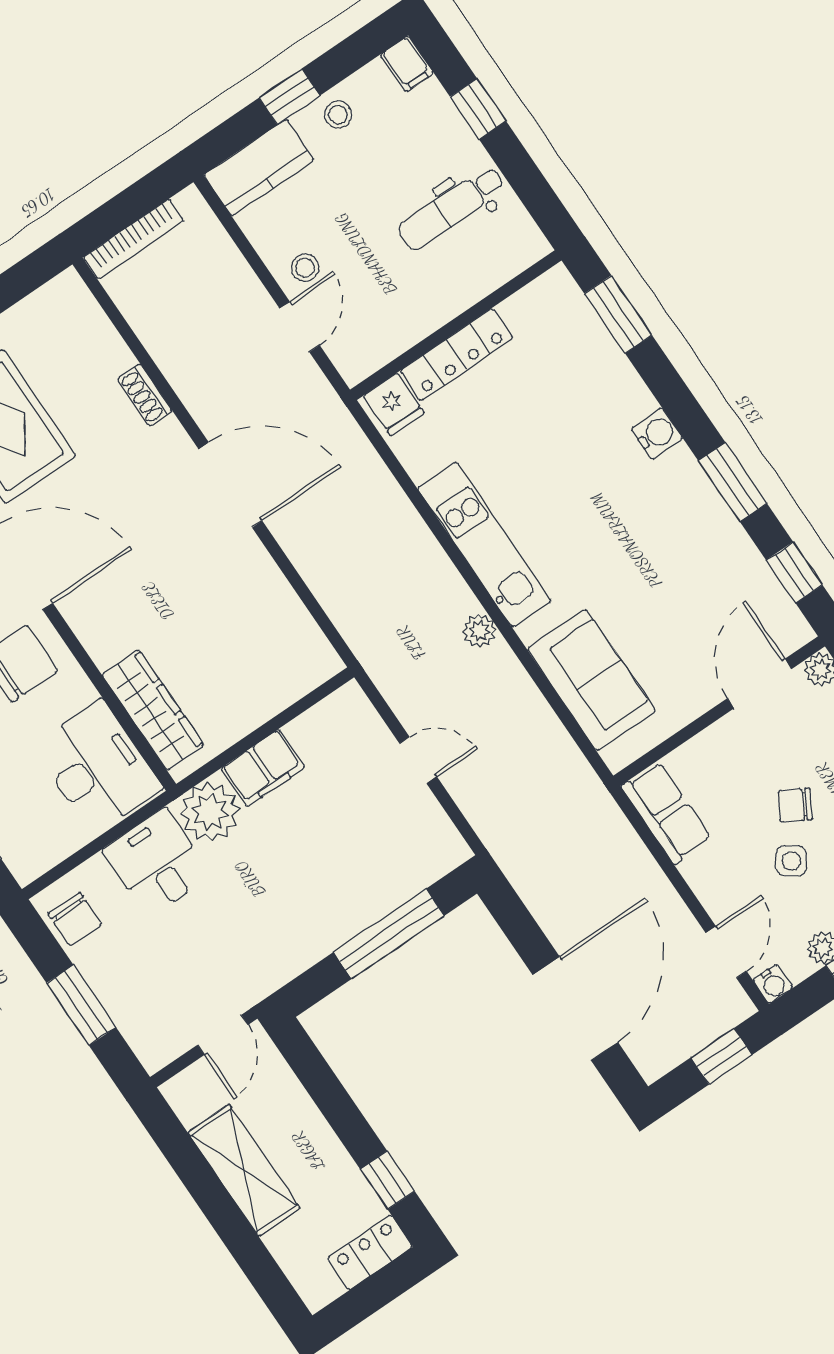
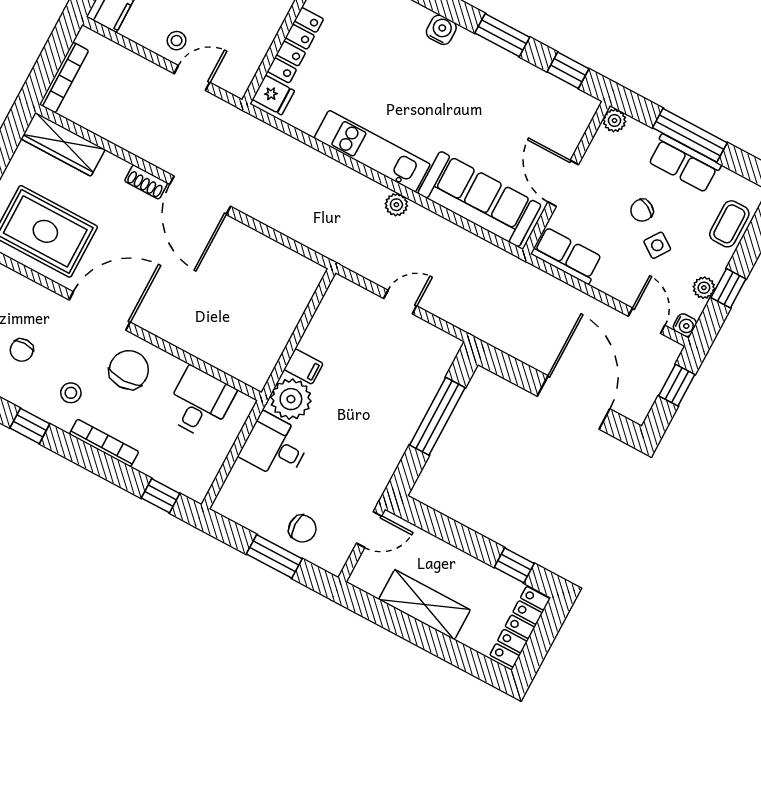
door: (300, 327) -> (192, 78), hinge flipped
shoe rack: (145, 395) -> (146, 182), moved
door: (230, 485) -> (200, 195), swing flipped
sofa: (591, 680) -> (479, 199), width x1.36
door: (759, 684) -> (563, 183), moved
wardrobe: (153, 710) -> (63, 144), moved, turned 180
desk: (97, 767) -> (200, 403), width x0.73
filing cabinet: (263, 768) -> (303, 366), width x0.50
chair: (75, 919) -> (302, 529), moved
door: (223, 1035) -> (369, 530), hinge flipped
locker: (370, 1253) -> (520, 627), width x1.53

